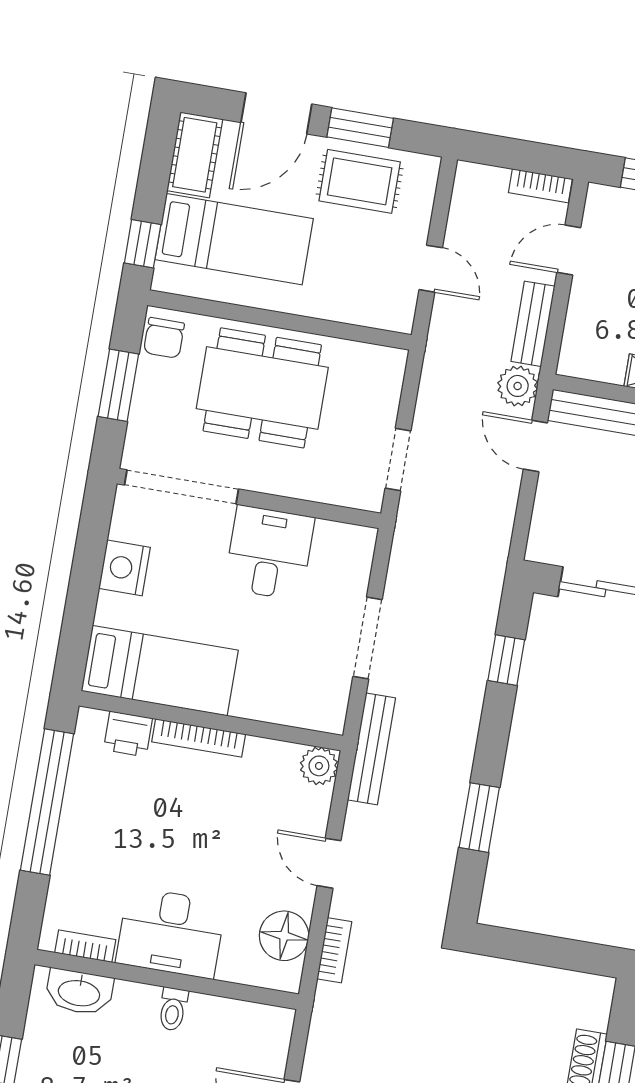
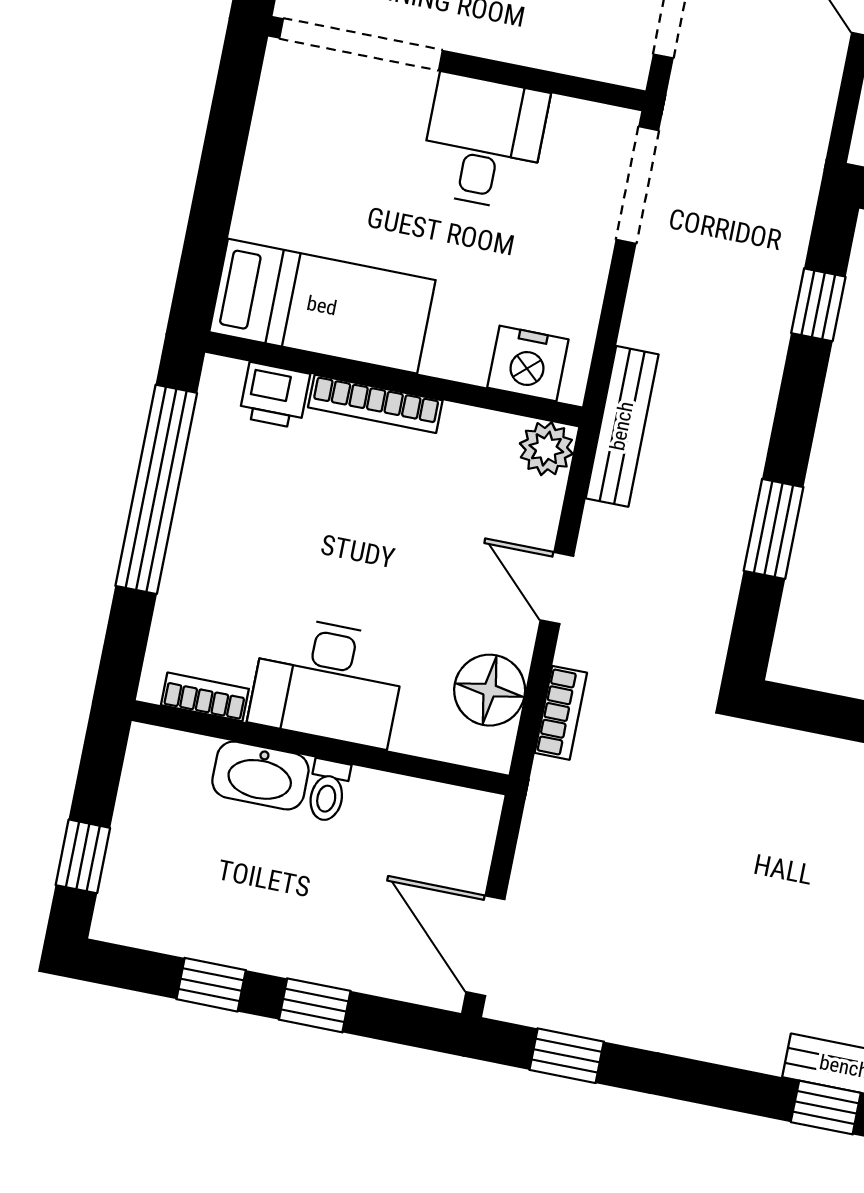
nightstand: (125, 568) -> (528, 363), moved, turned -90
doorway: (368, 638) -> (637, 185), moved
washbasin: (79, 992) -> (260, 775), moved

